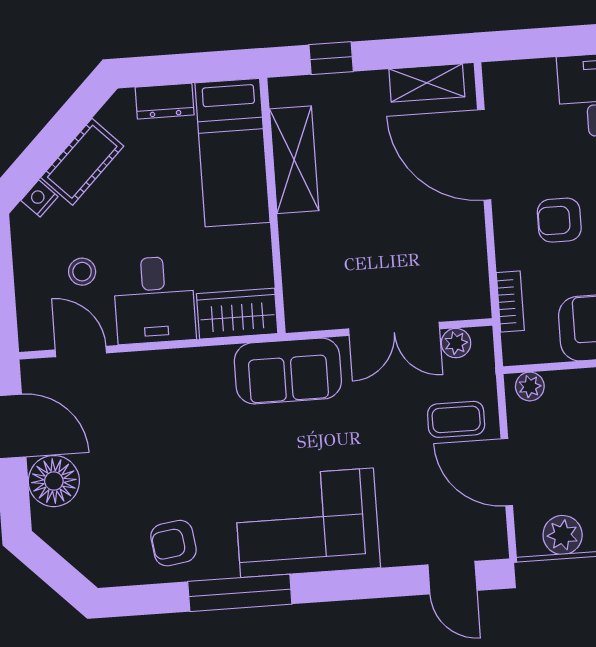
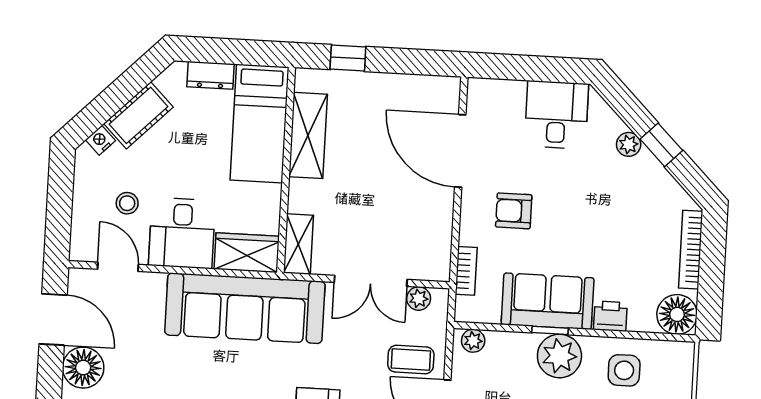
shelving: (427, 83) -> (298, 244), moved, turned 90
sofa: (288, 371) -> (245, 308), width x1.85, depth x1.27

